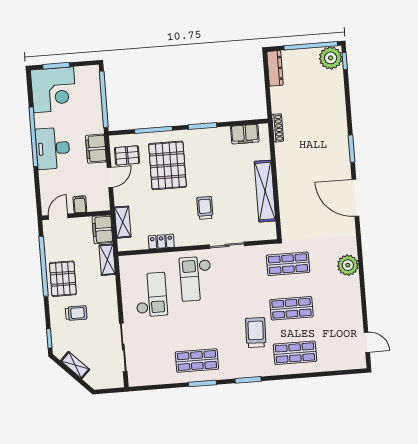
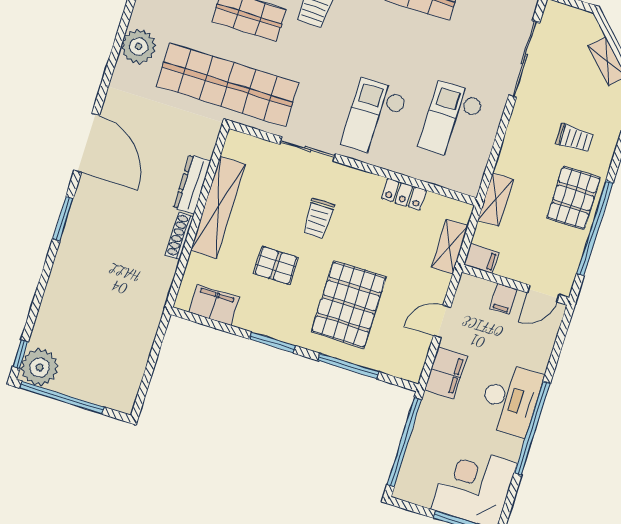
dresser: (275, 68) -> (192, 184), moved
shoe rack: (278, 128) -> (179, 236), moved
pallet: (127, 155) -> (276, 266), moved
filing cabinet: (102, 229) -> (481, 259), width x0.50
shop shelf: (288, 264) -> (227, 85), width x2.00, depth x1.36
checkout: (196, 279) -> (374, 118), turned 180
trolley: (76, 313) -> (574, 138), turned 180

